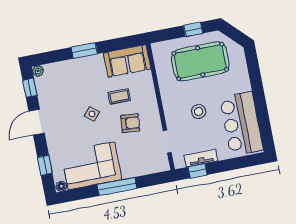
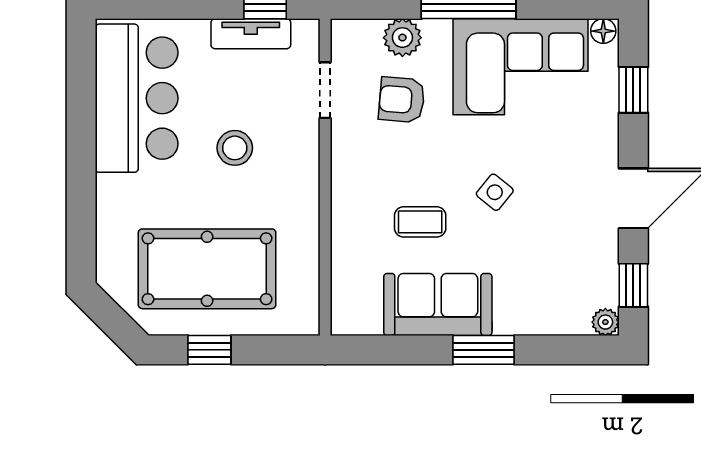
sofa: (127, 61) -> (438, 304), moved
armchair: (130, 123) -> (402, 100), moved
plant: (141, 168) -> (402, 38), added

